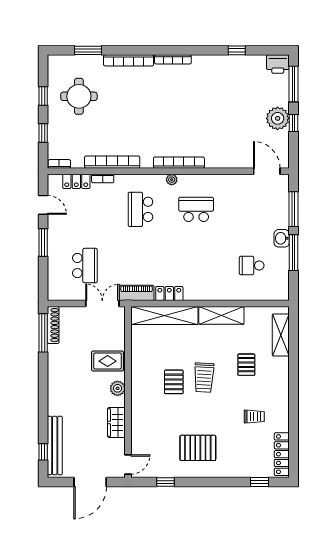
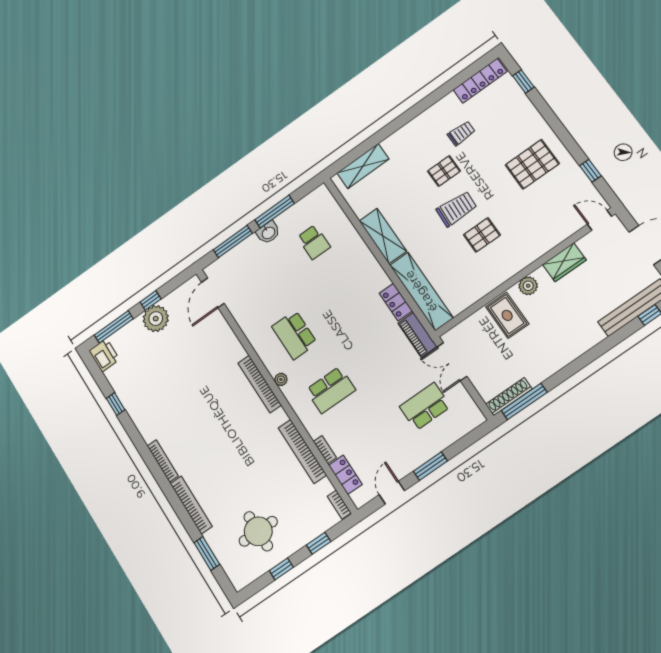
pallet: (246, 365) -> (444, 171), moved
trolley: (254, 417) -> (461, 133), turned 90
pallet: (198, 448) -> (532, 164), turned 90

